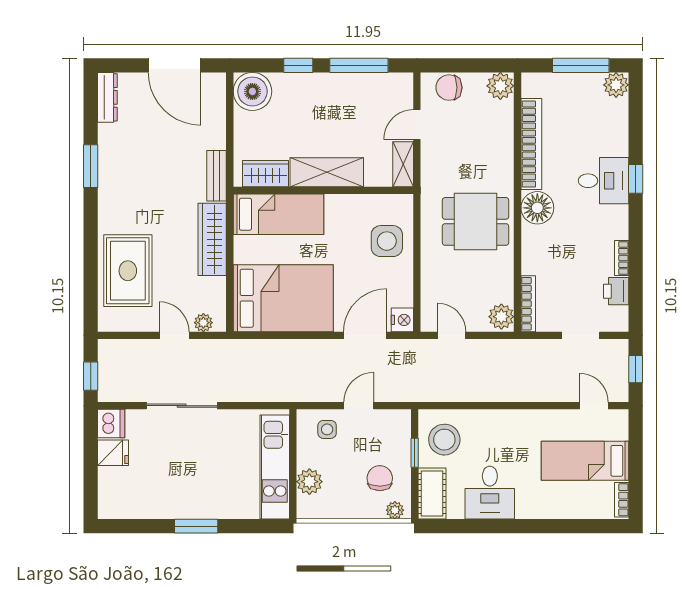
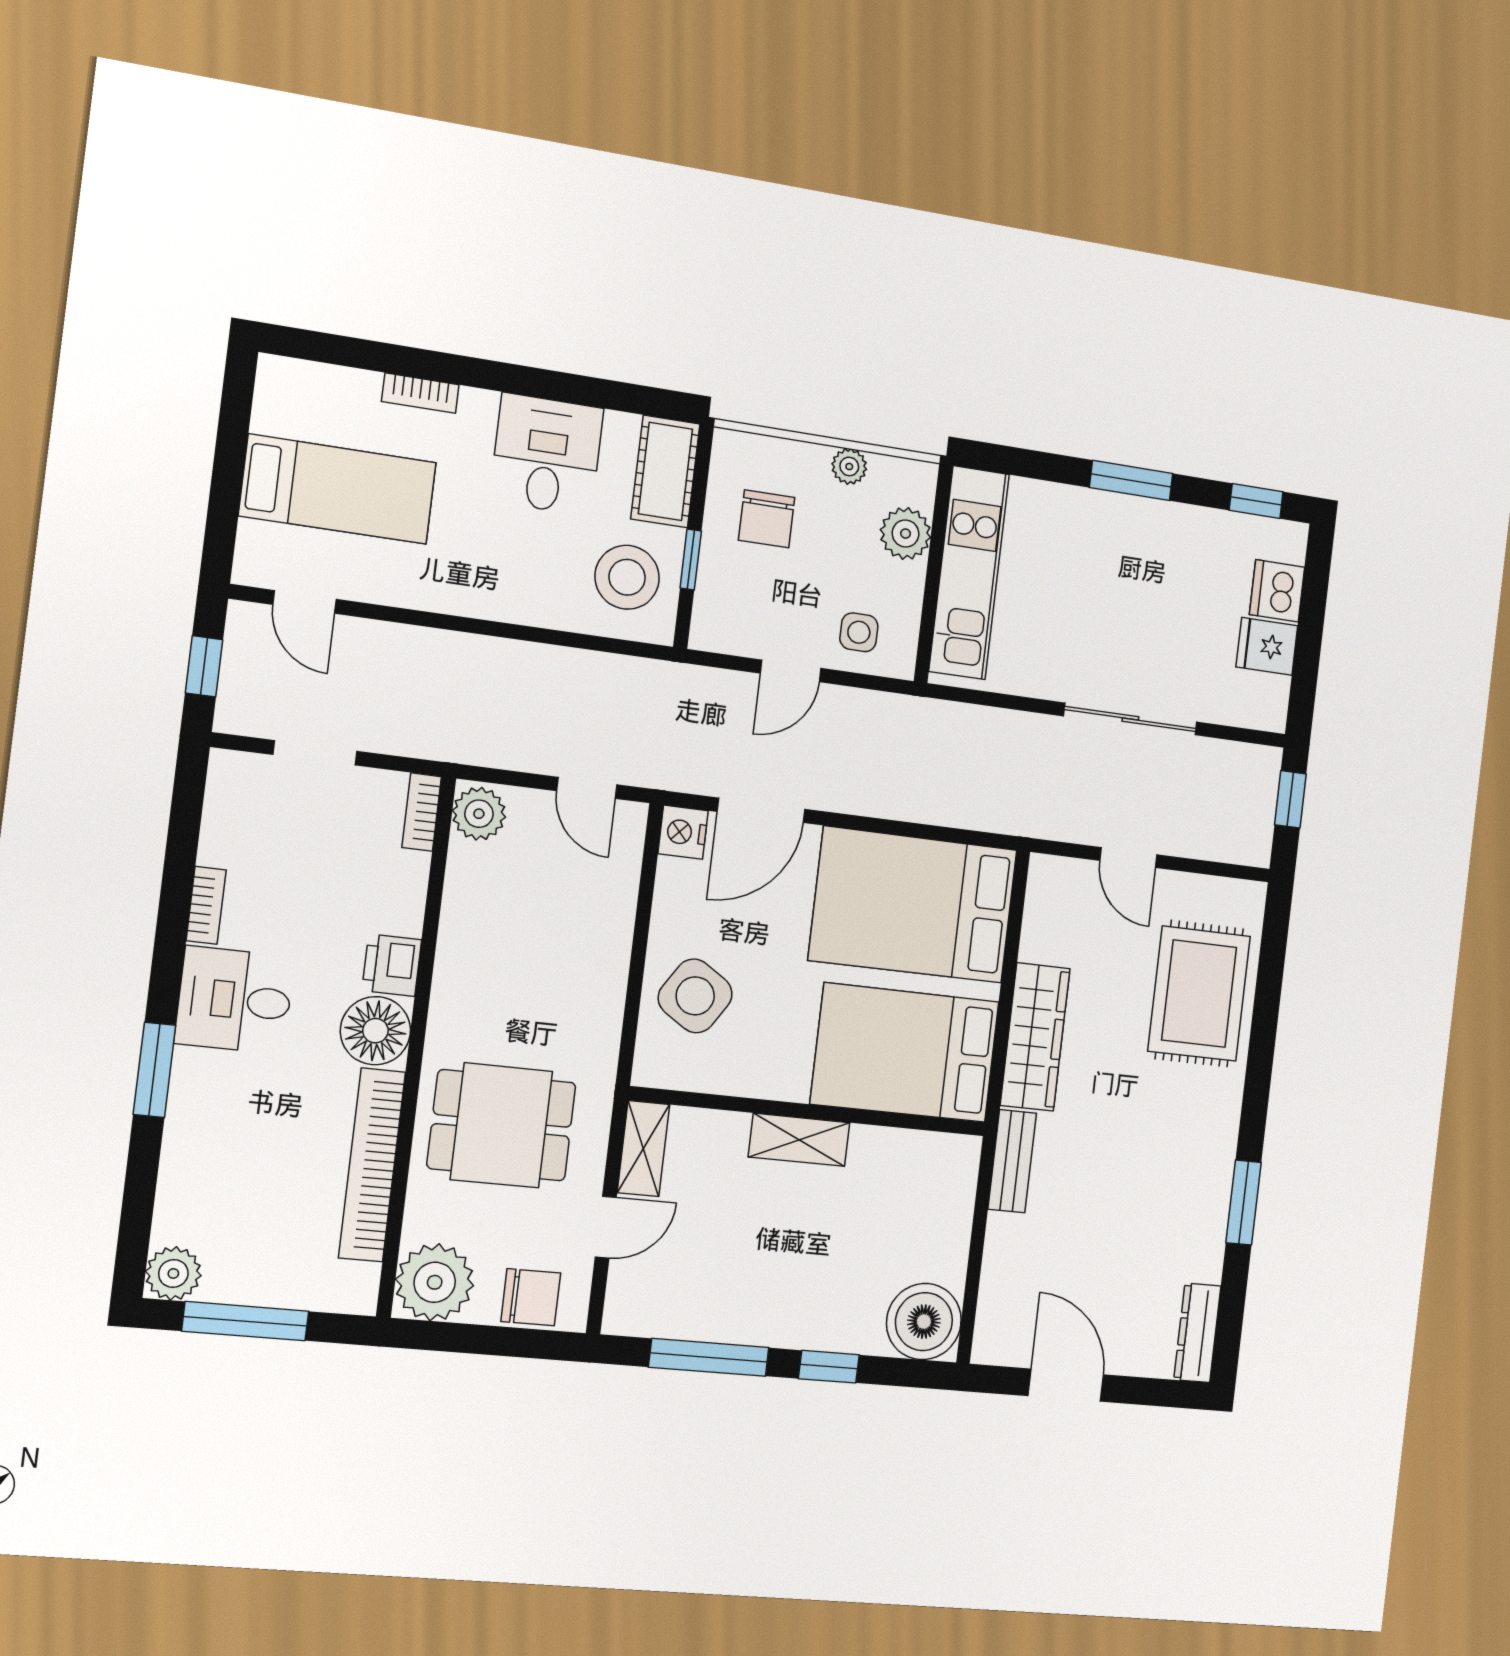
door: (175, 65) -> (1066, 1385), width x0.73
plant: (500, 86) -> (435, 1282), width x1.36, depth x1.36
shelving: (327, 172) -> (799, 1140), width x0.67, depth x0.75
wardrobe: (265, 174) -> (918, 1156), removed
window: (636, 179) -> (154, 1070), width x1.50
desk: (604, 181) -> (235, 1000), moved
bed: (278, 214) -> (905, 1053), width x1.50
dining table: (476, 221) -> (502, 1125), moved
side table: (387, 241) -> (695, 996), turned 33
printer: (616, 291) -> (392, 965), moved, turned 180
bookcase: (528, 304) -> (422, 812), width x0.64
plant: (203, 323) -> (1071, 876), removed
dishwasher: (111, 424) -> (1277, 591), moved
bookcase: (622, 500) -> (420, 393), moved, turned 90
plant: (395, 510) -> (849, 466), moved
window: (128, 526) -> (1256, 501), added

